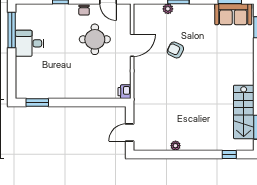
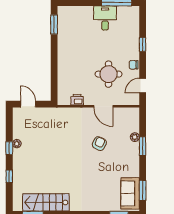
printer: (124, 92) -> (77, 100), moved
window: (181, 154) -> (9, 148), added
window: (229, 154) -> (9, 176), moved

